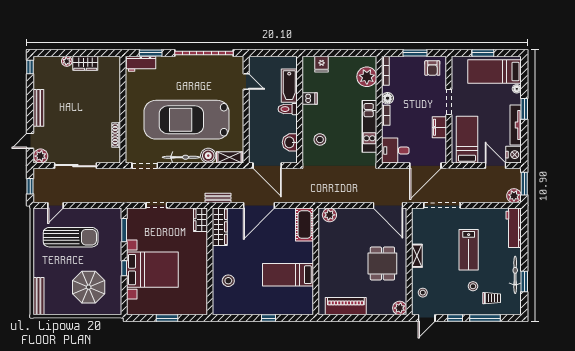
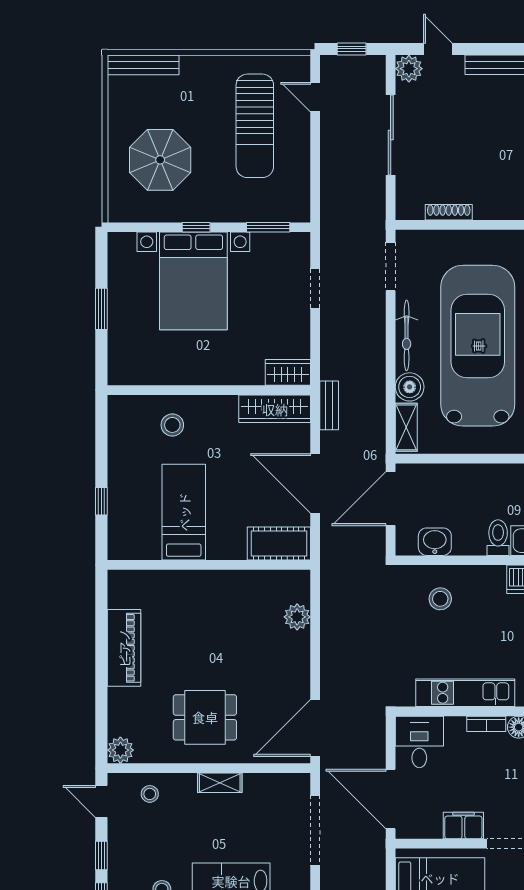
cot: (304, 225) -> (279, 544), moved
wall: (316, 261) -> (209, 565), moved
bed: (288, 275) -> (184, 512), moved

